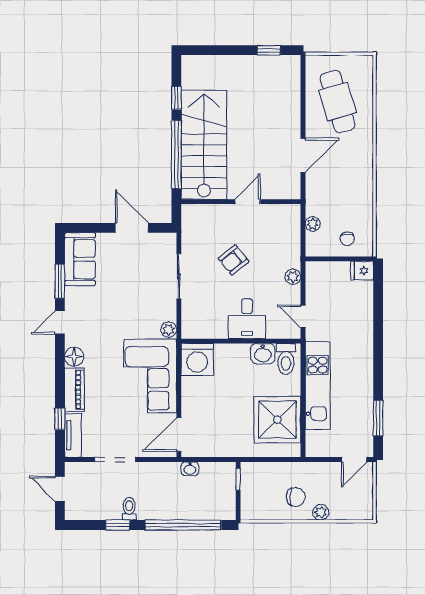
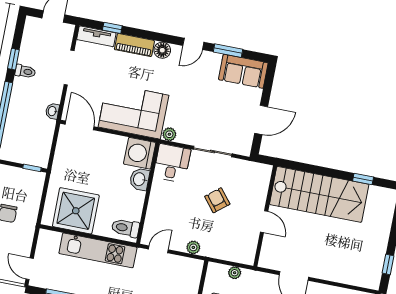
window: (176, 155) -> (315, 170), removed
desk: (247, 319) -> (172, 163), moved, turned 90
door: (60, 322) -> (193, 44), swing flipped
washbasin: (263, 354) -> (140, 179), moved
washbasin: (190, 469) -> (52, 111), moved

